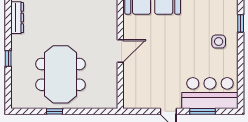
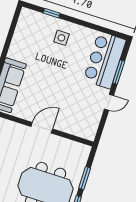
door: (120, 51) -> (42, 128), hinge flipped
window: (83, 111) -> (85, 178), added

